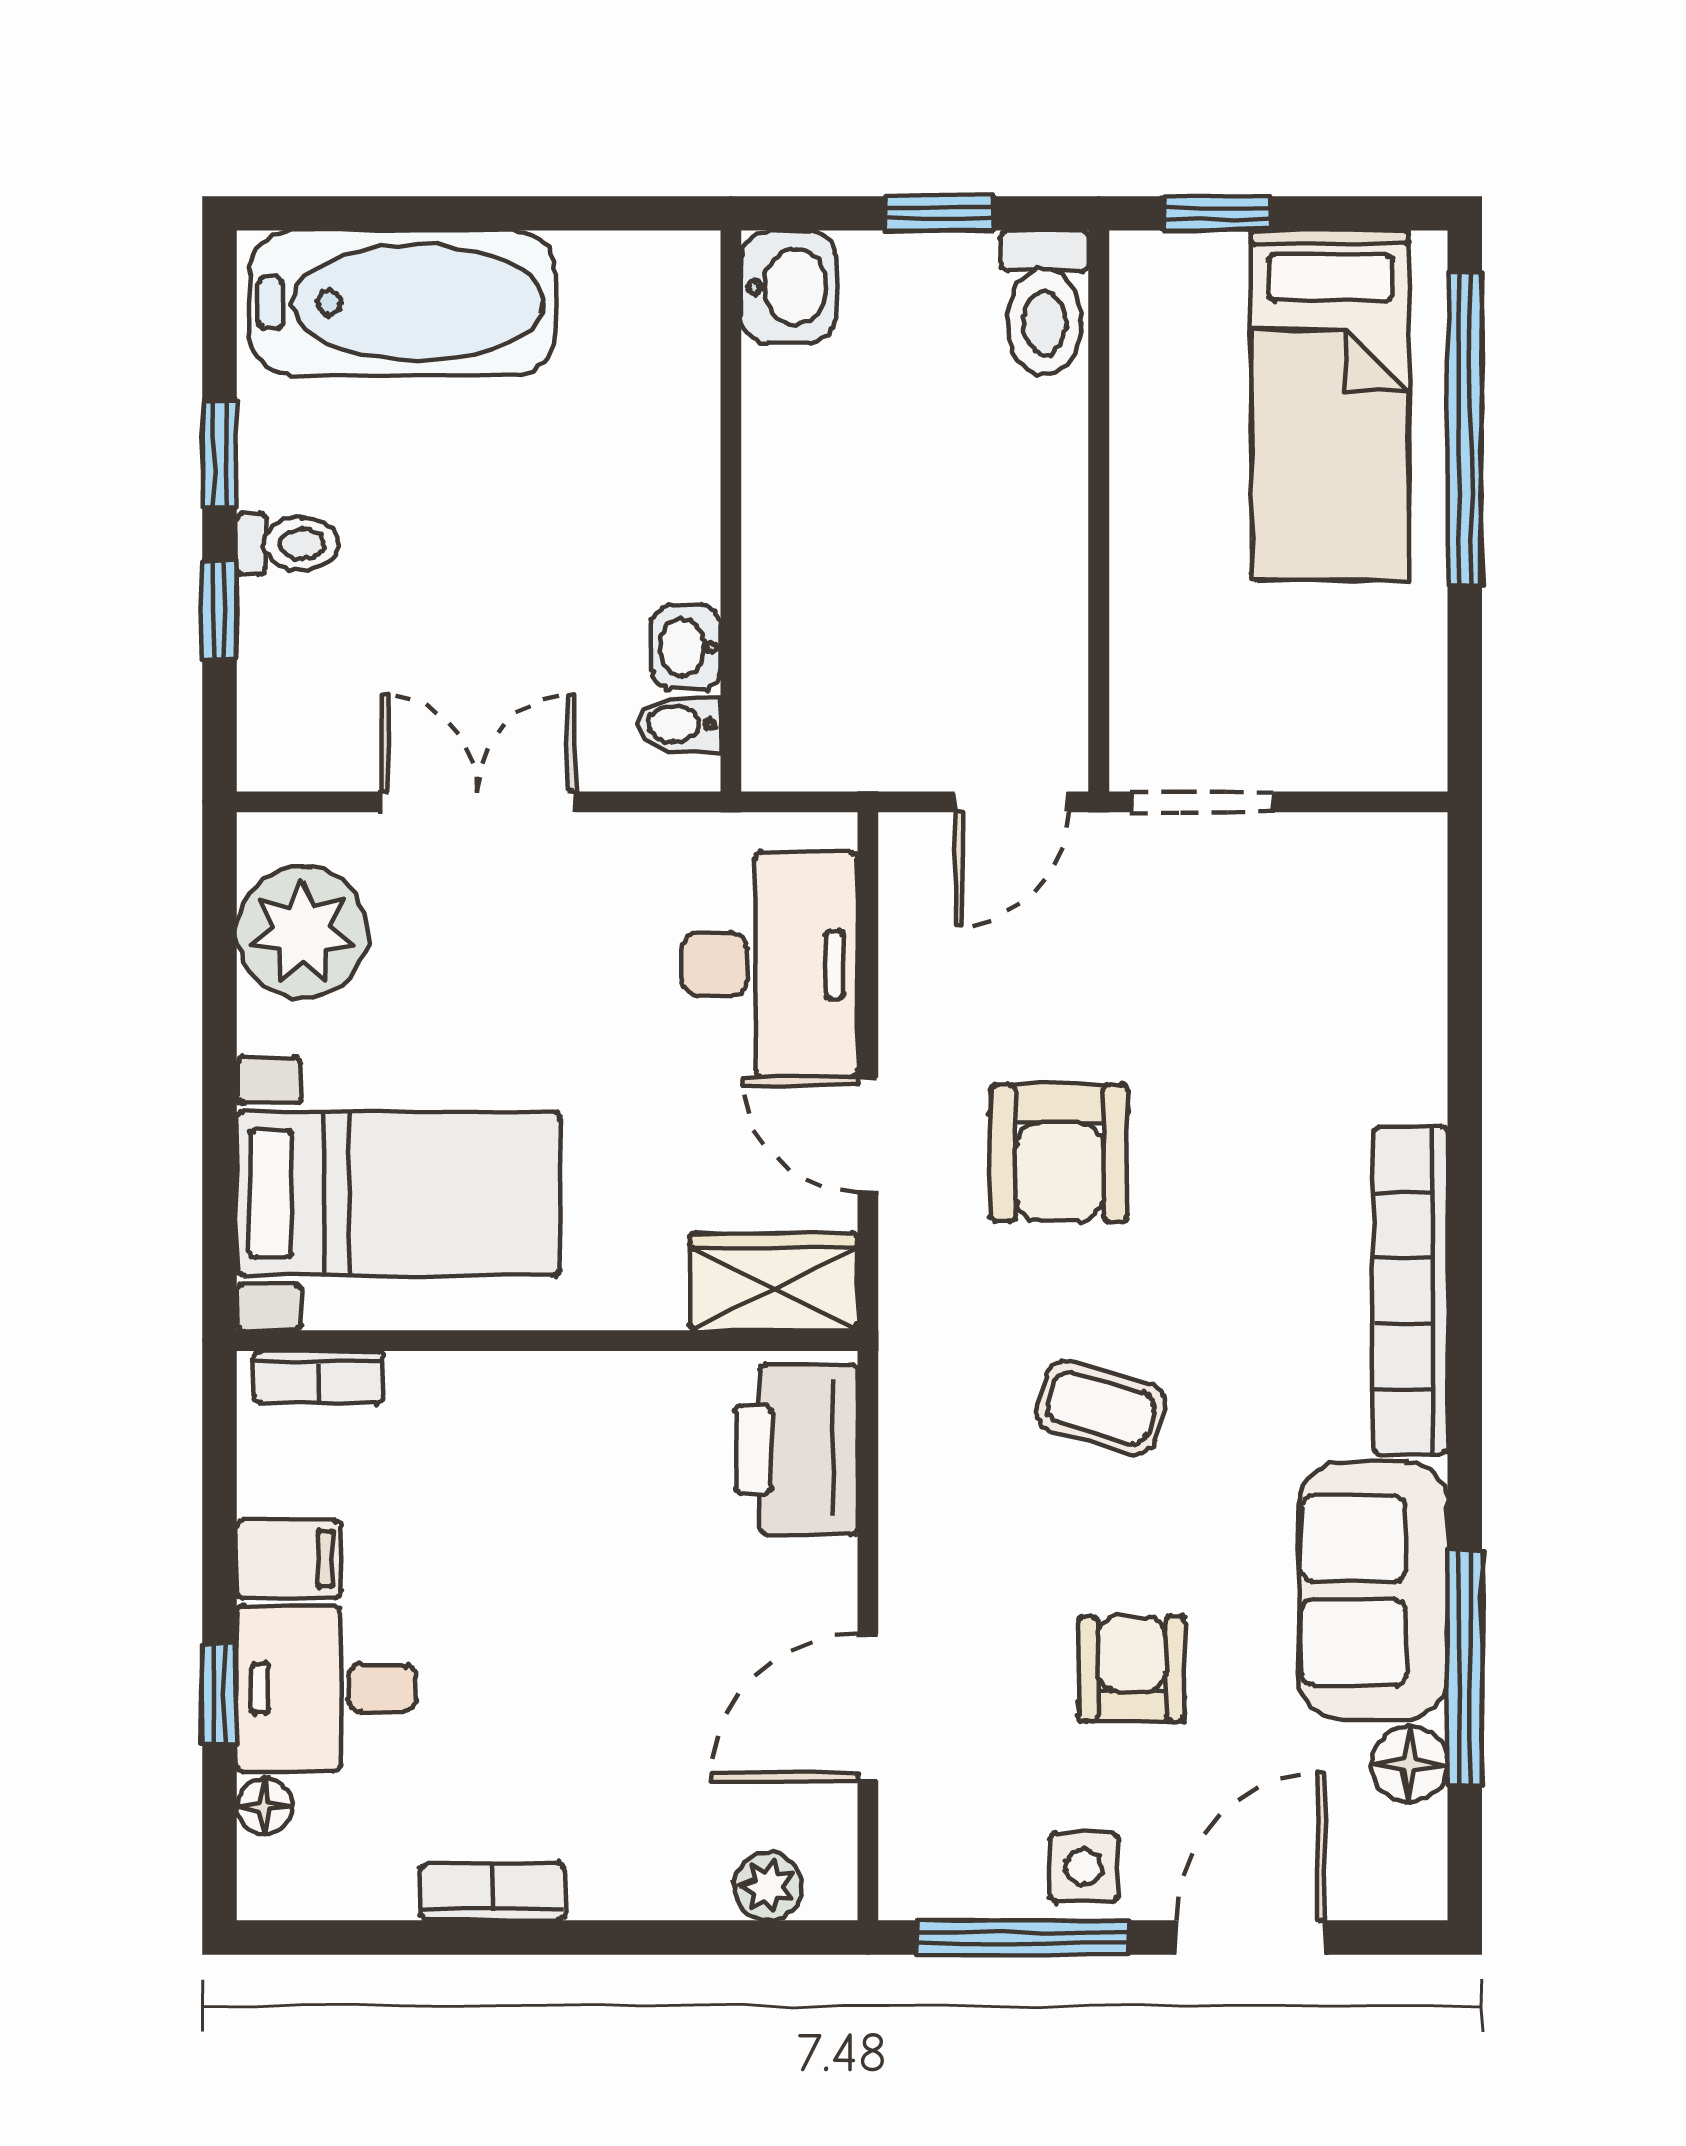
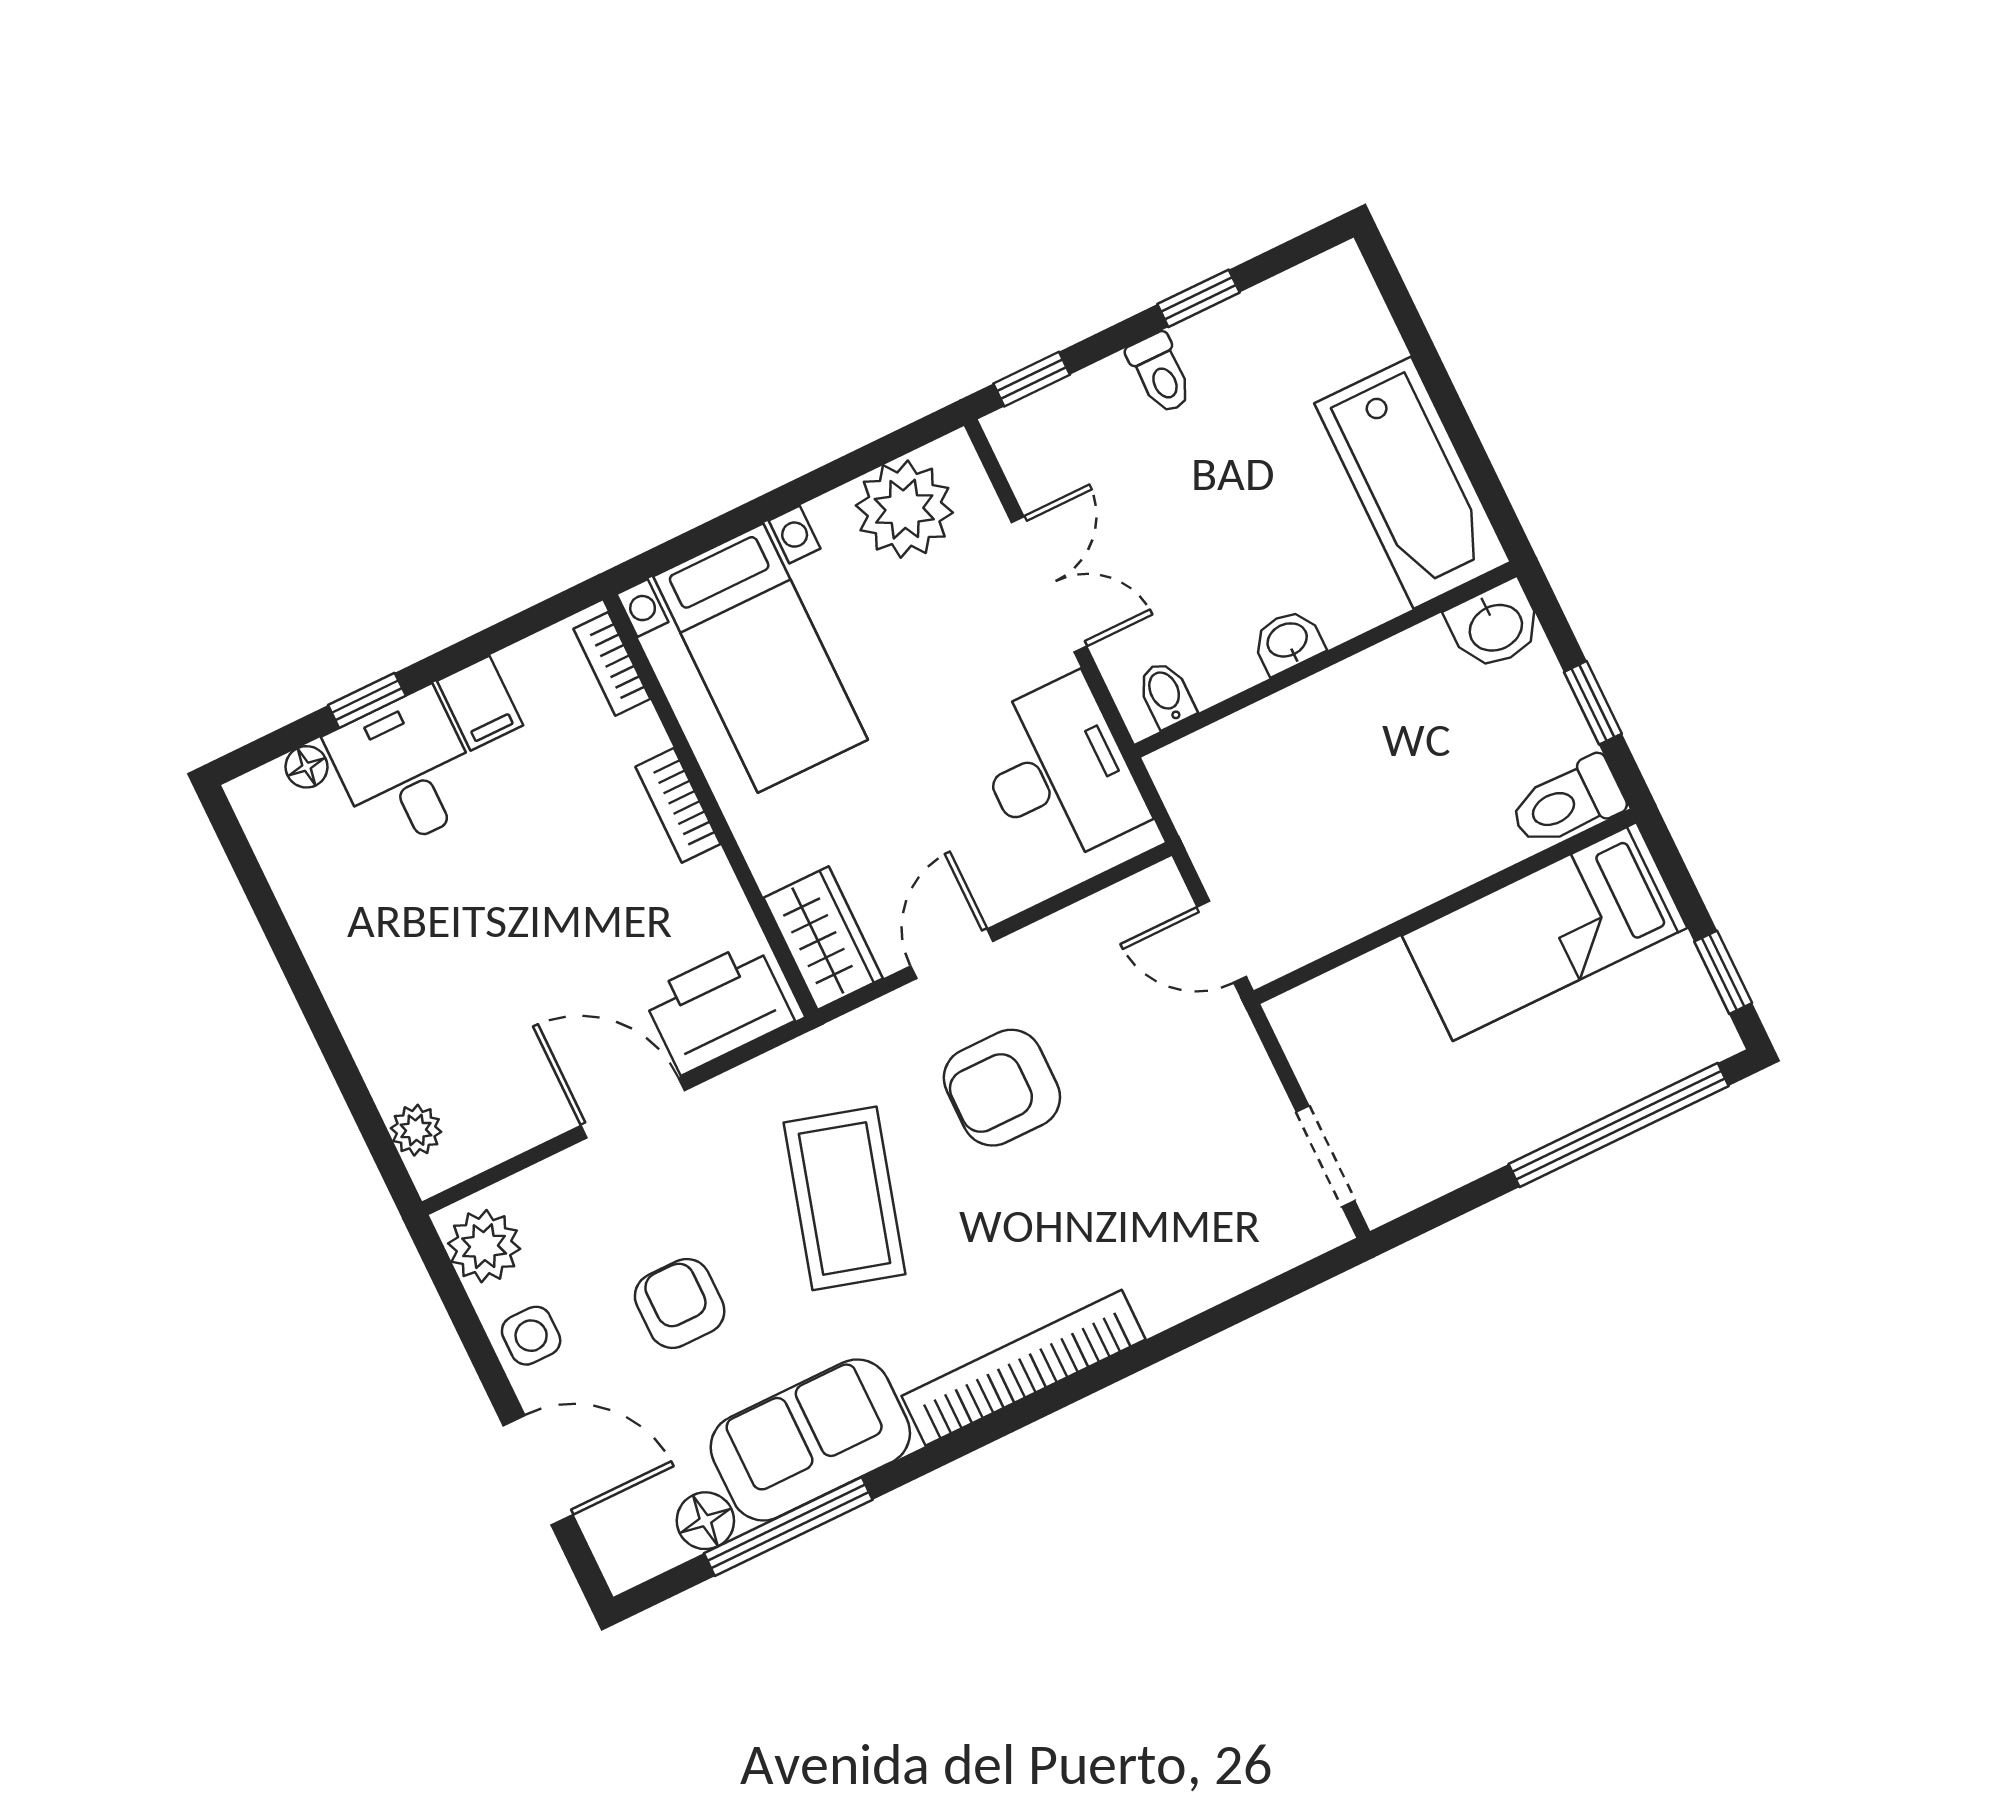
window: (1217, 213) -> (1723, 972), moved
bathtub: (403, 303) -> (1412, 483), moved
bed: (1330, 405) -> (1545, 932), moved
window: (220, 610) -> (1032, 379), moved
washbasin: (686, 647) -> (1288, 641), moved
doorway: (1203, 802) -> (1325, 1156), moved
desk: (769, 964) -> (1058, 772), moved, turned -90
coffee table: (1101, 1408) -> (845, 1198), width x1.86, depth x1.72
armchair: (1132, 1669) -> (680, 1303), turned -90
door: (868, 1707) -> (633, 1108), moved
plant: (948, 1872) -> (484, 1246), added
bookcase: (492, 1892) -> (678, 805), moved, turned 180
window: (1023, 1938) -> (464, 1318), removed

